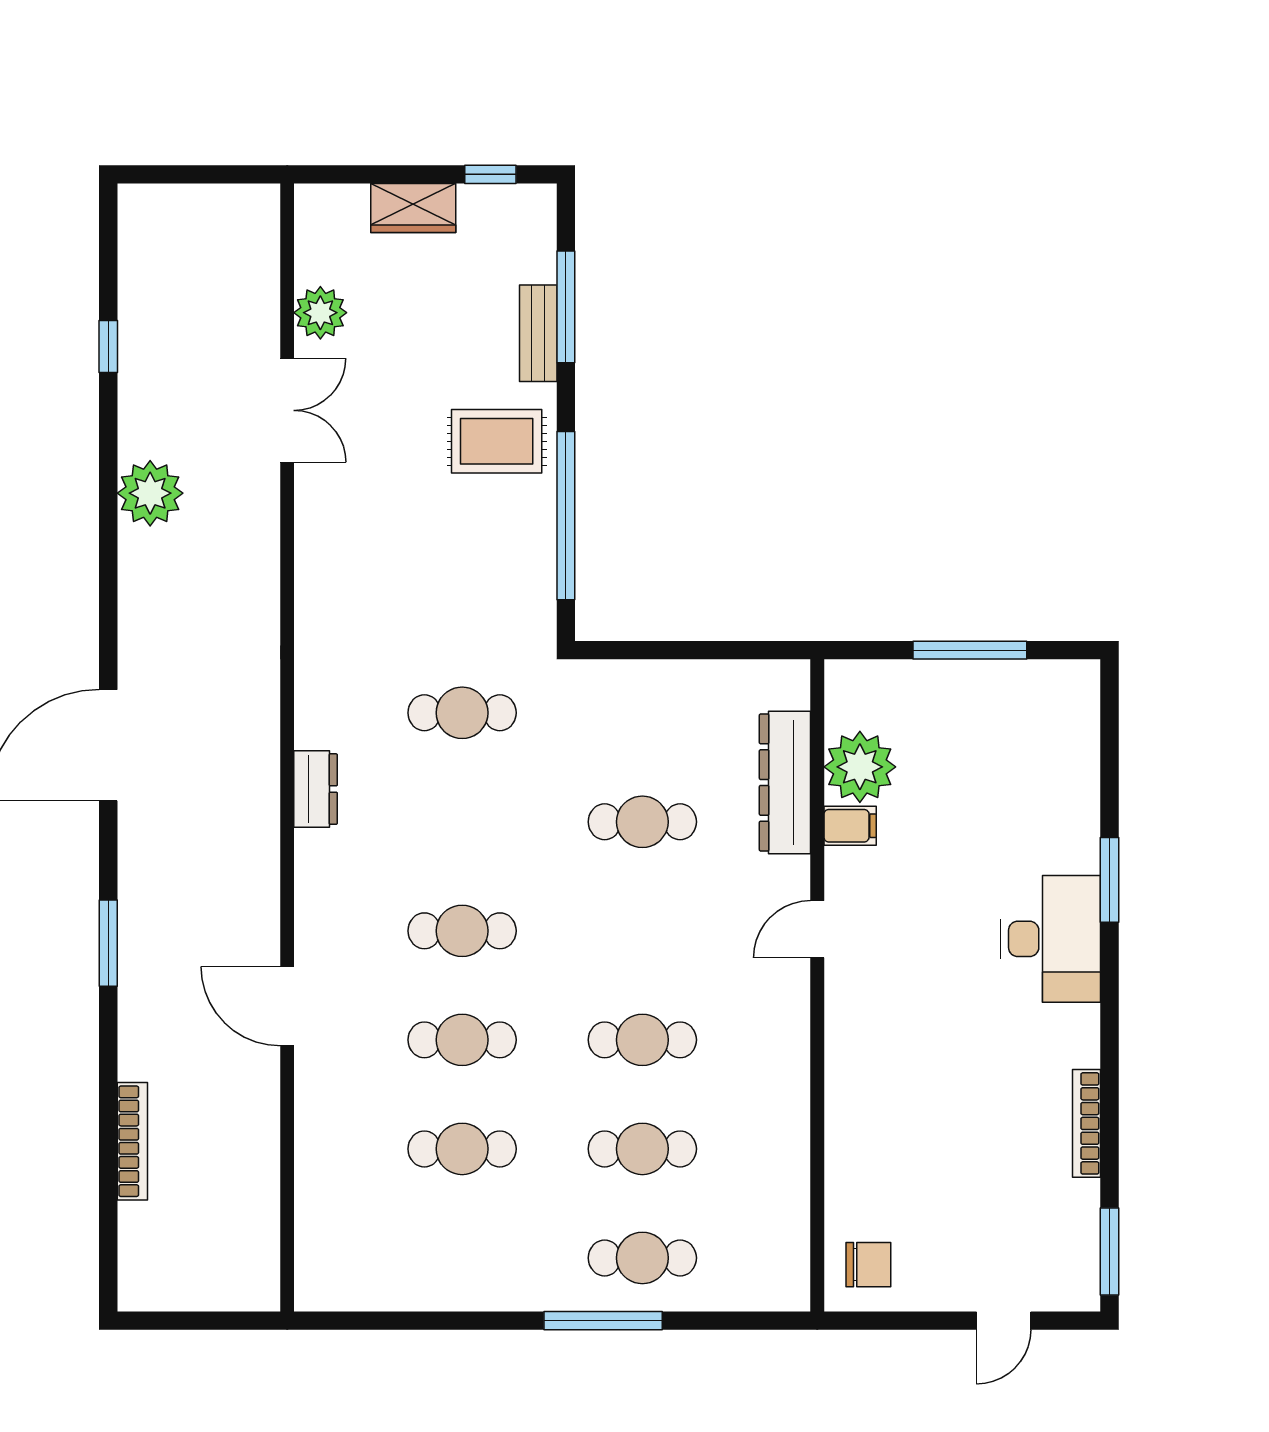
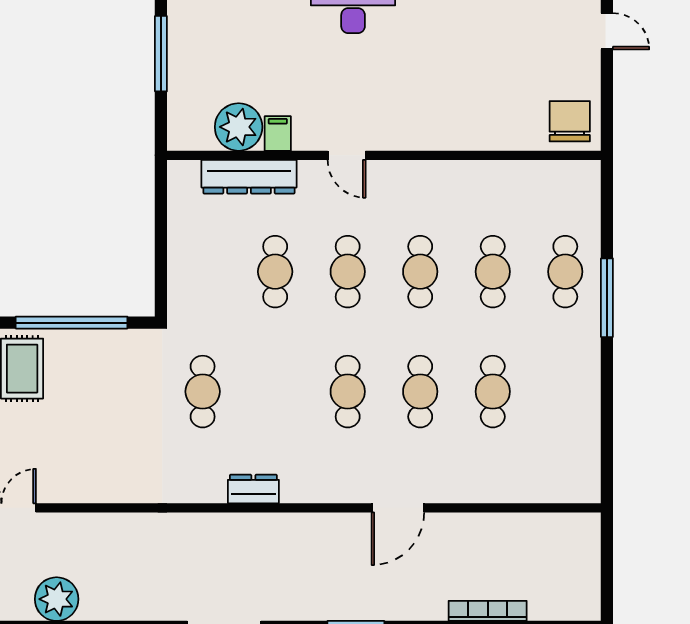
cafe table: (642, 931) -> (348, 272), added
chair: (868, 1265) -> (570, 121), width x1.37, depth x1.37

